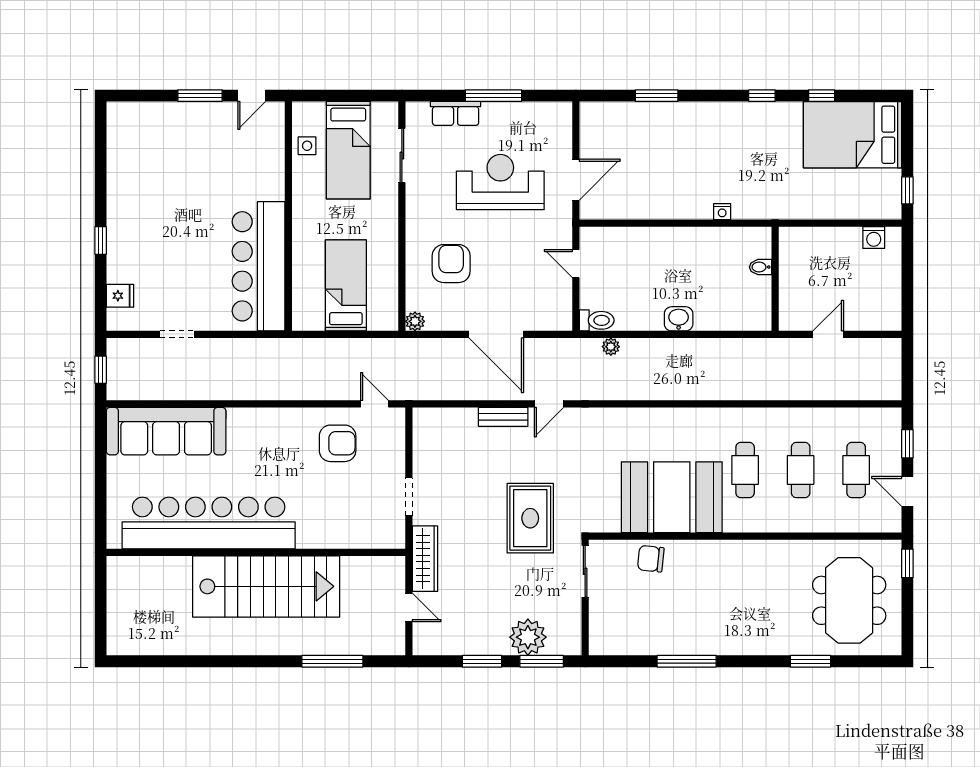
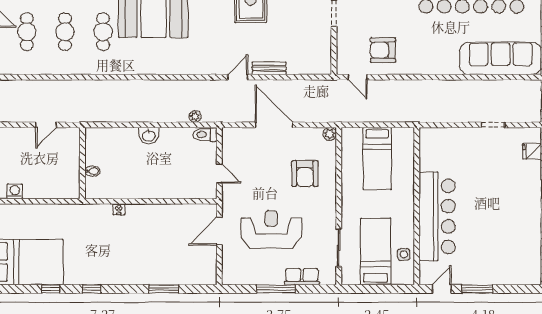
reception desk: (500, 182) -> (271, 229), turned 180
bar counter: (259, 266) -> (437, 216), moved

